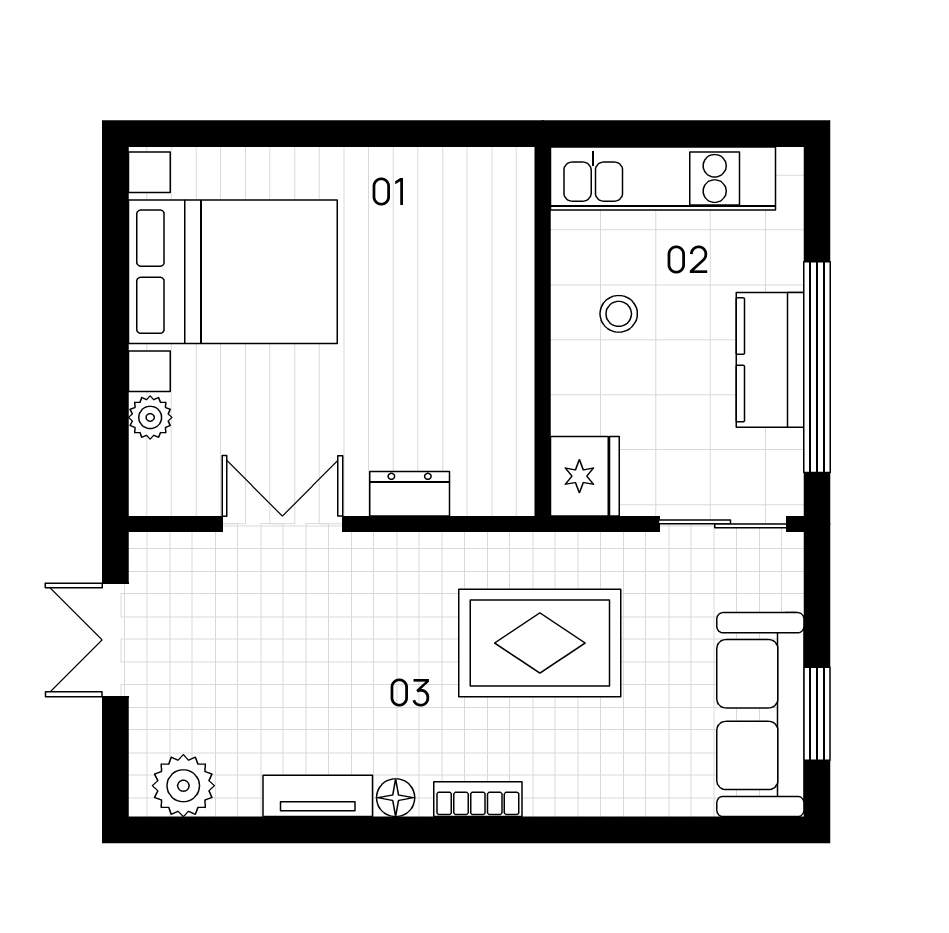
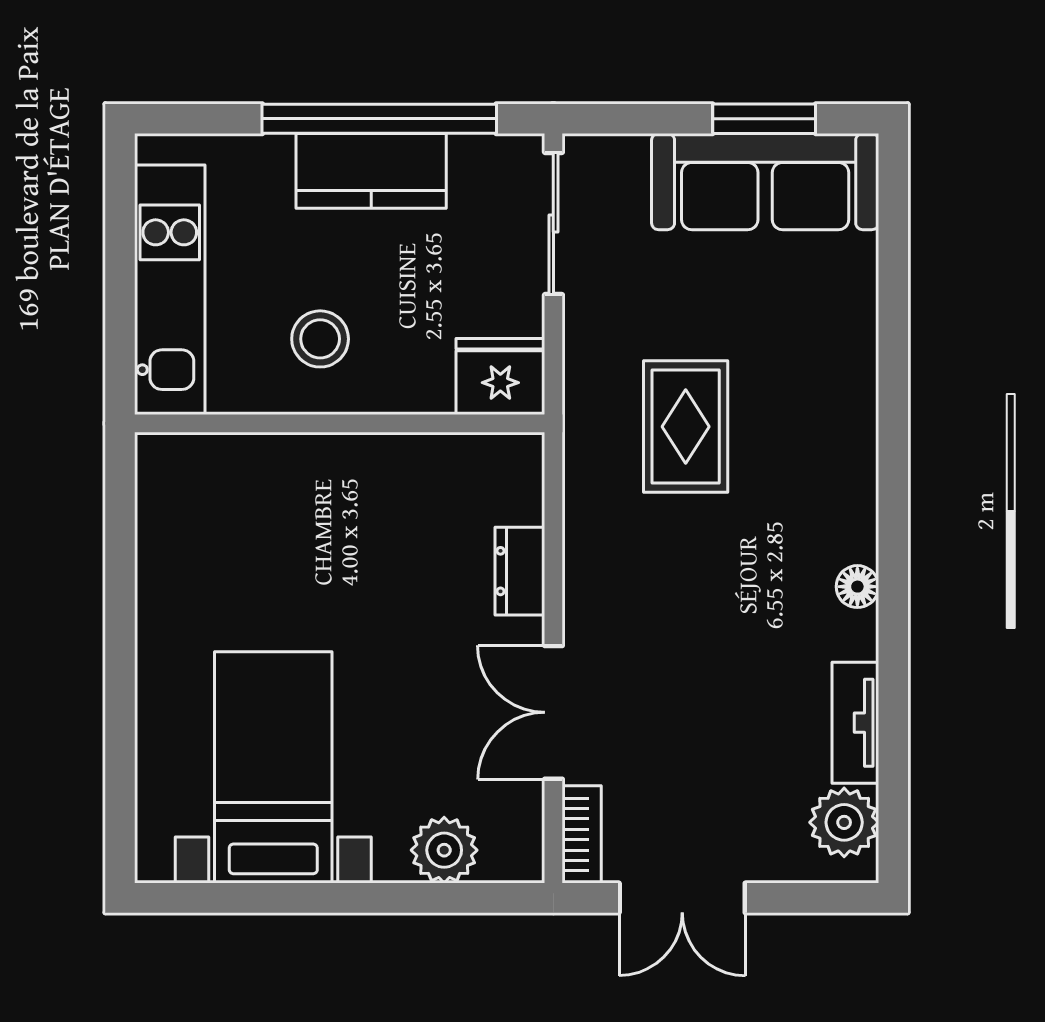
bed with nightstands: (233, 272) -> (273, 767), width x0.73
stool: (619, 314) -> (320, 339), width x1.37, depth x1.37
plant: (150, 417) -> (444, 850), width x1.38, depth x1.38
rug: (540, 643) -> (686, 427), width x0.73, depth x0.70
tv unit: (318, 796) -> (855, 723), moved
bookcase: (478, 799) -> (582, 834), moved, turned 180

